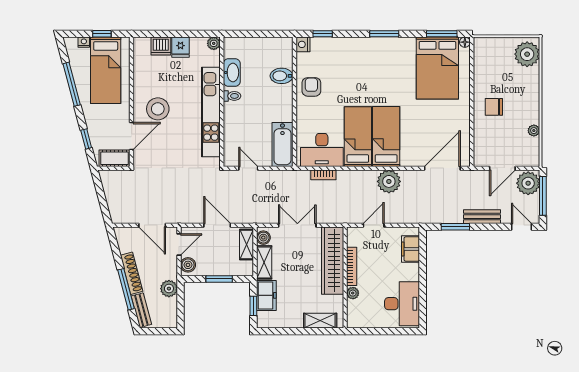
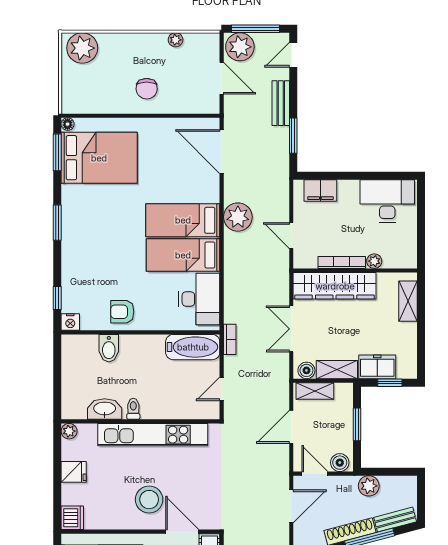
dishwasher: (161, 46) -> (72, 518), moved
bookcase: (323, 175) -> (230, 339), moved

